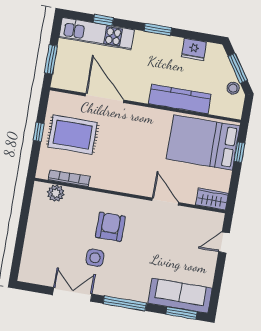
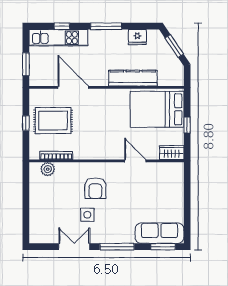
window: (158, 29) -> (106, 26), width x1.44
stool: (233, 88) -> (173, 62), removed
window: (239, 152) -> (187, 125), moved
armchair: (110, 227) -> (95, 188), turned 180
door: (224, 242) -> (187, 185), removed

